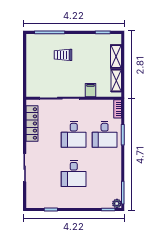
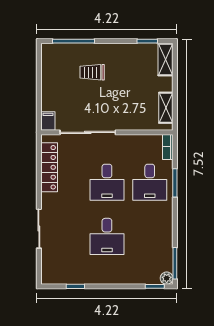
shelving: (116, 56) -> (166, 60), moved
filing cabinet: (91, 90) -> (48, 121), moved

